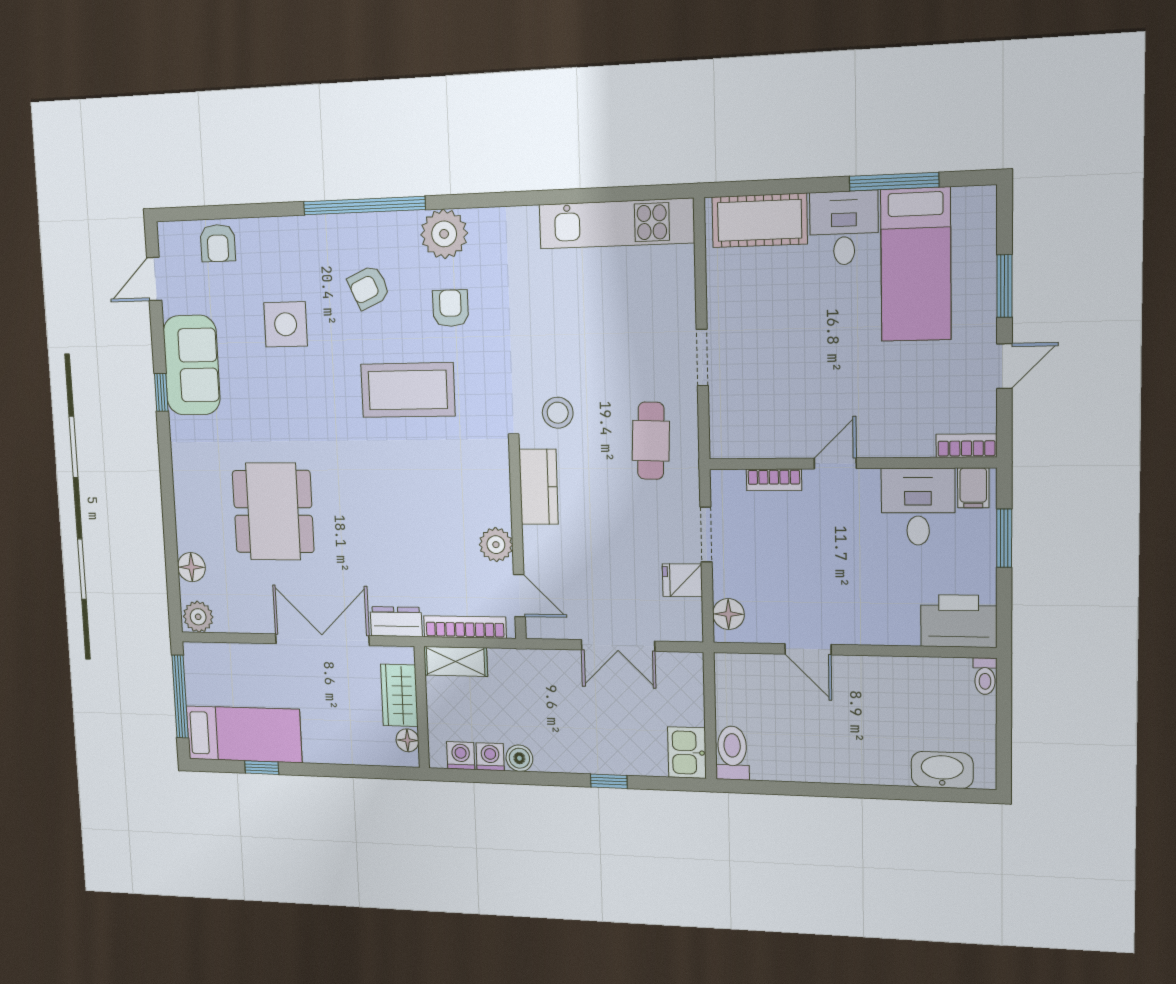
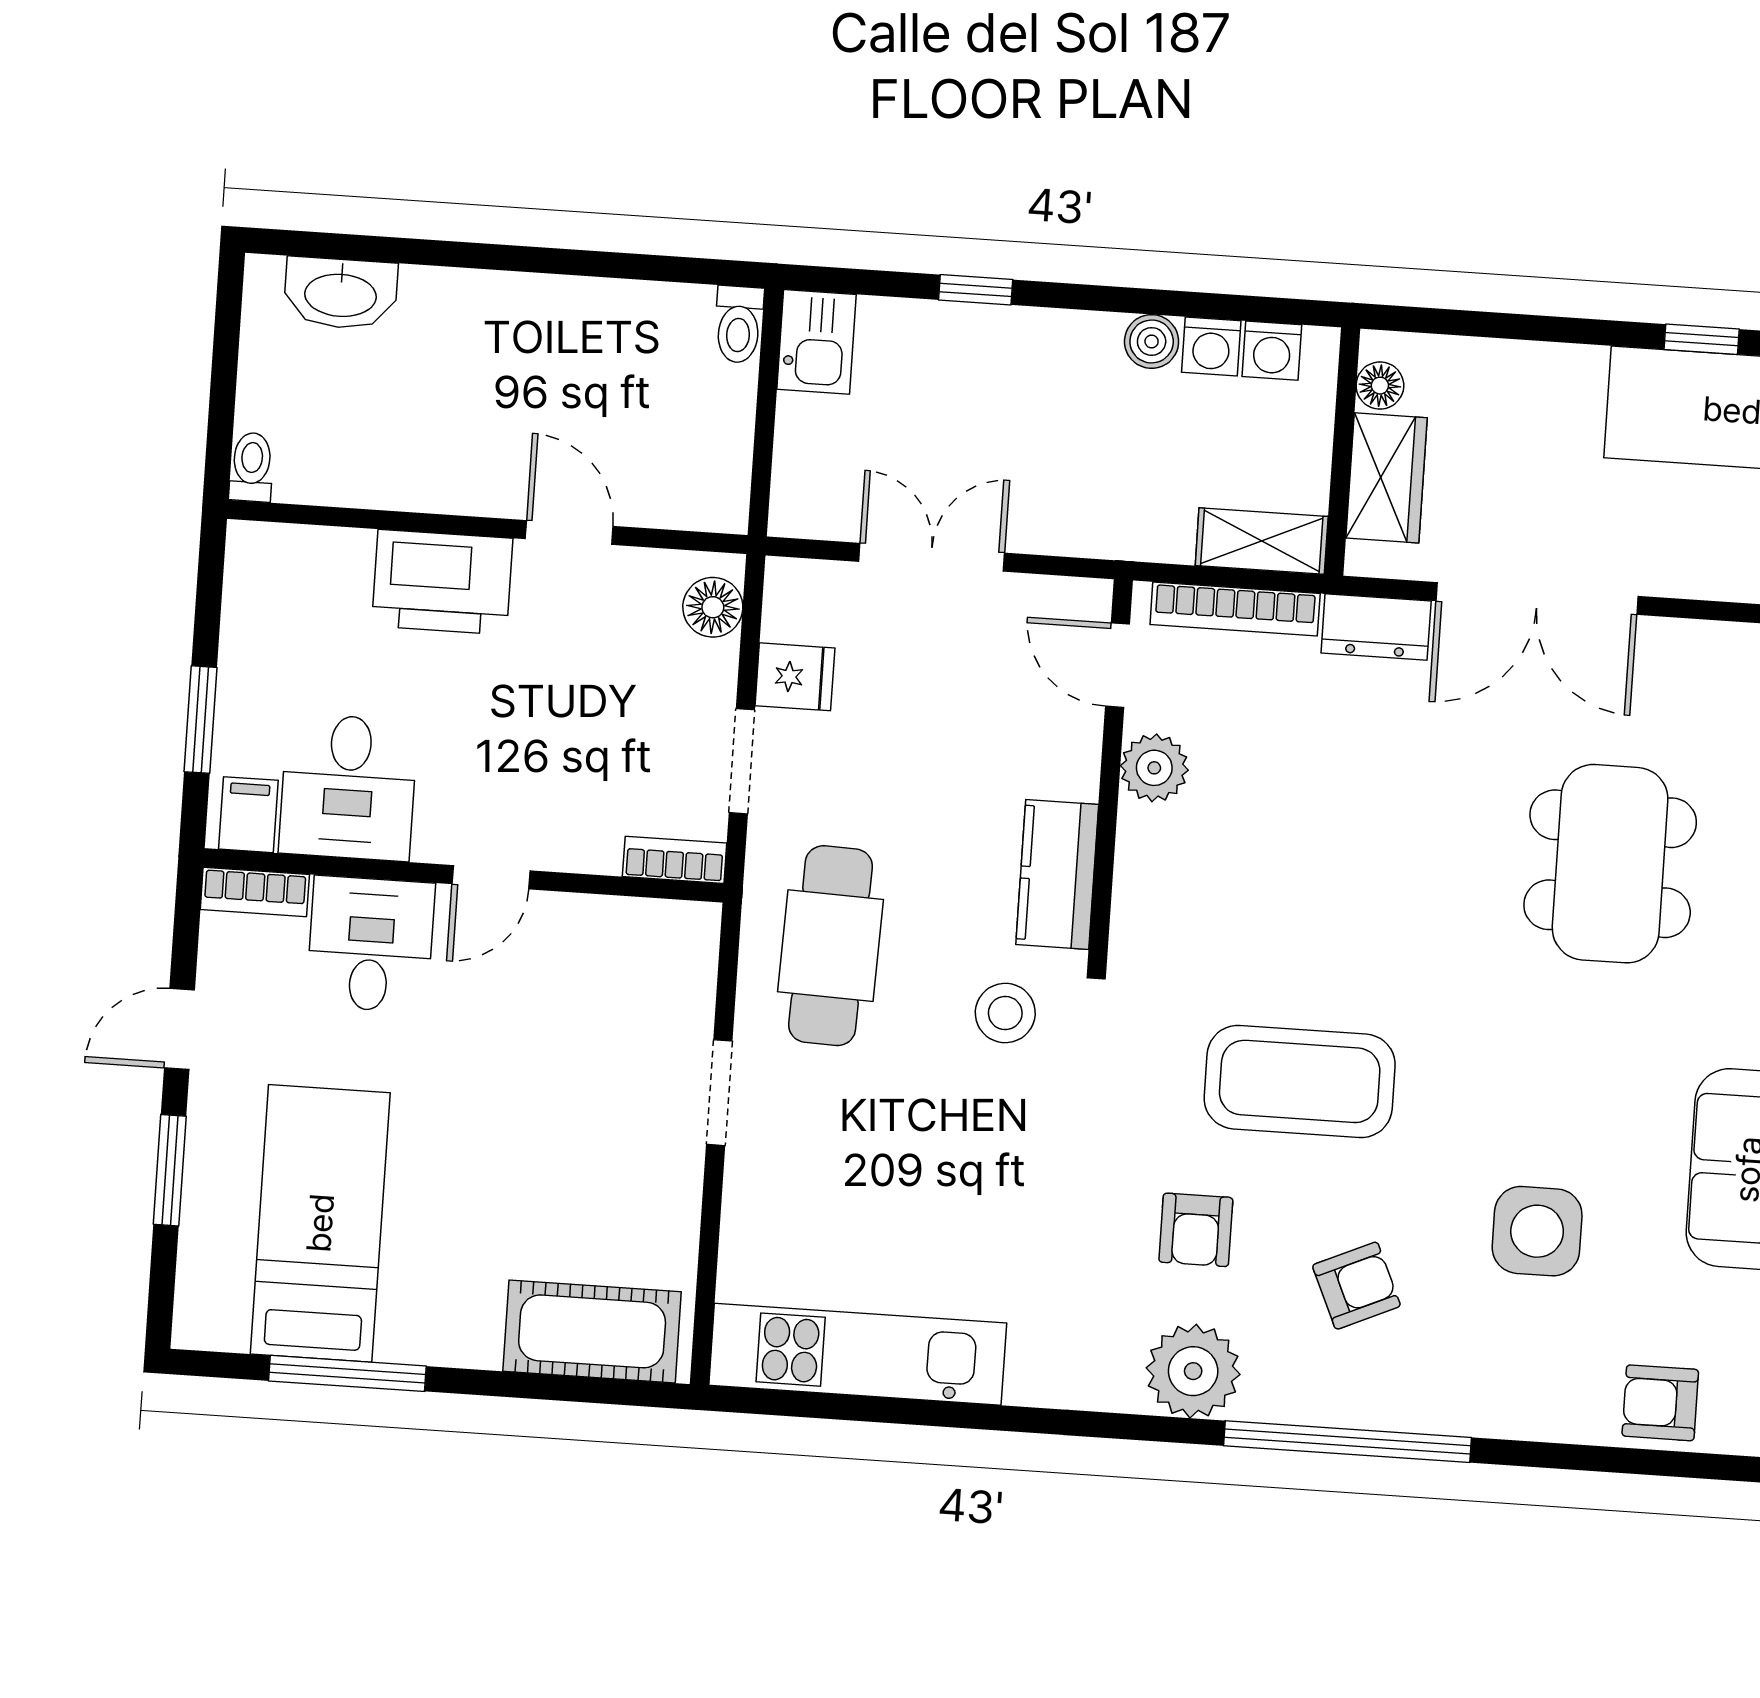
desk: (844, 228) -> (371, 944), moved, turned 180
armchair: (218, 243) -> (1660, 1403), turned -90
cafe table: (651, 441) -> (830, 946), width x1.37, depth x1.35
bookcase: (774, 480) -> (675, 860), moved
printer: (959, 621) -> (442, 582), moved
toilet: (732, 753) -> (739, 324), width x0.73, depth x0.72

